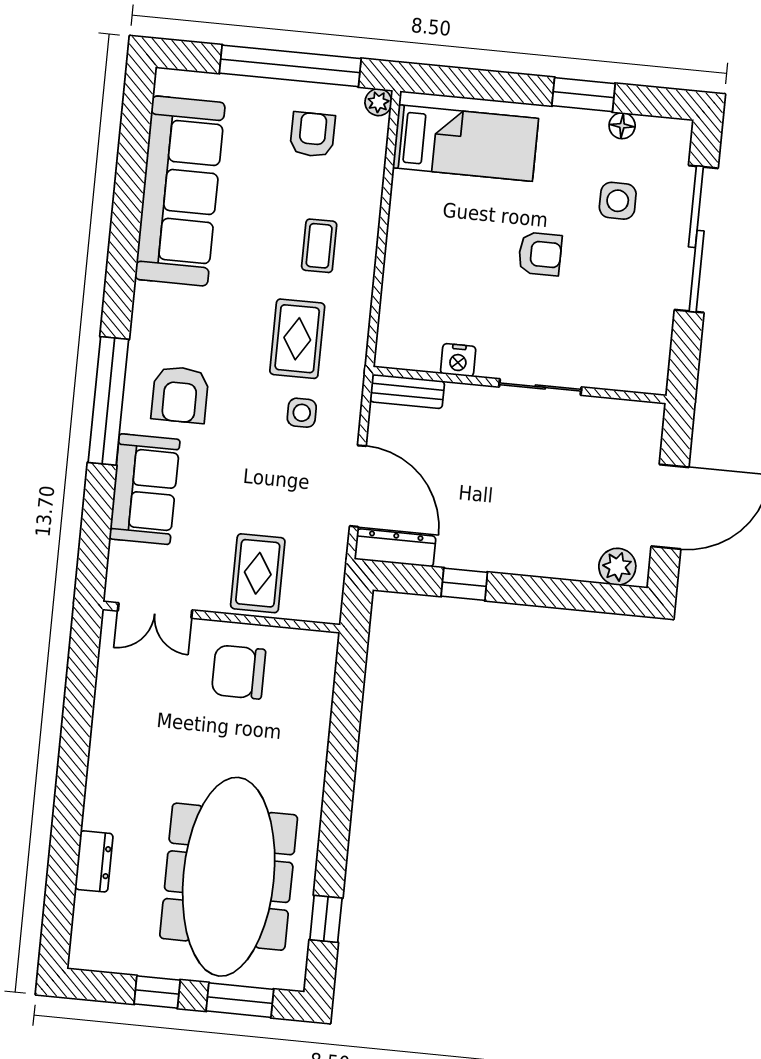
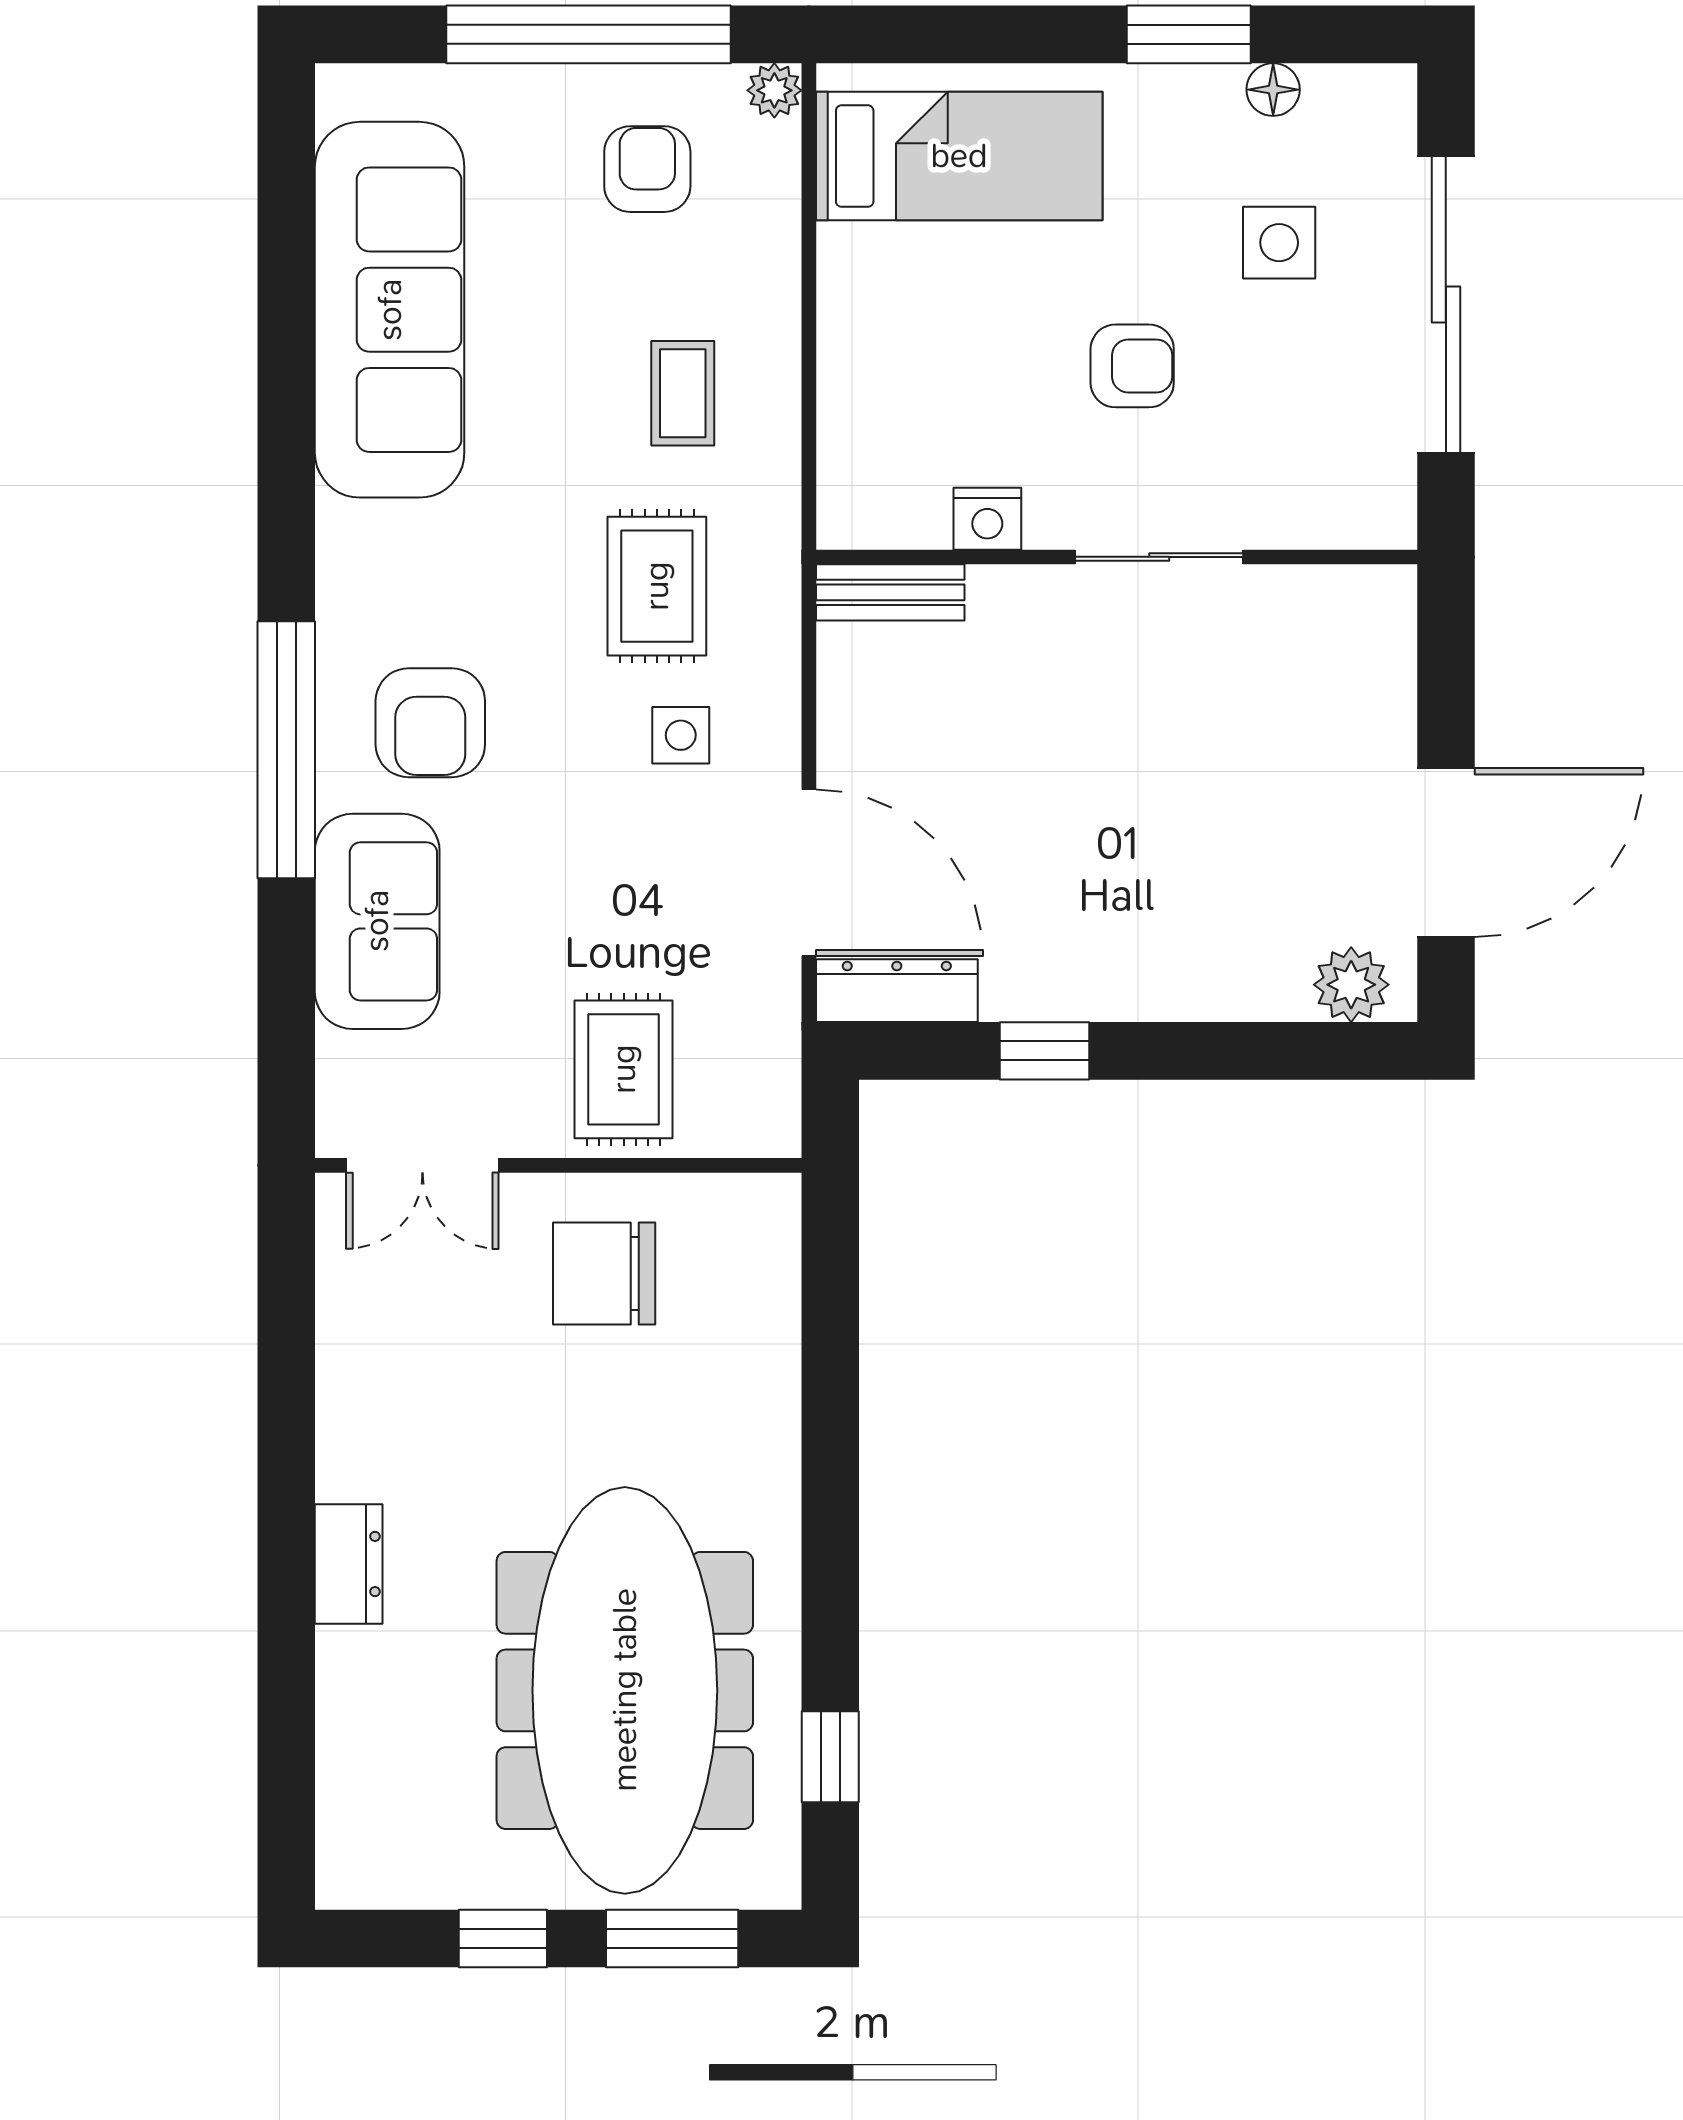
nightstand: (458, 360) -> (987, 519), moved
wall: (520, 385) -> (1117, 557), moved
sliding door: (540, 387) -> (1159, 557), moved
bench: (407, 391) -> (890, 592), moved
dresser: (94, 861) -> (349, 1564), moved

